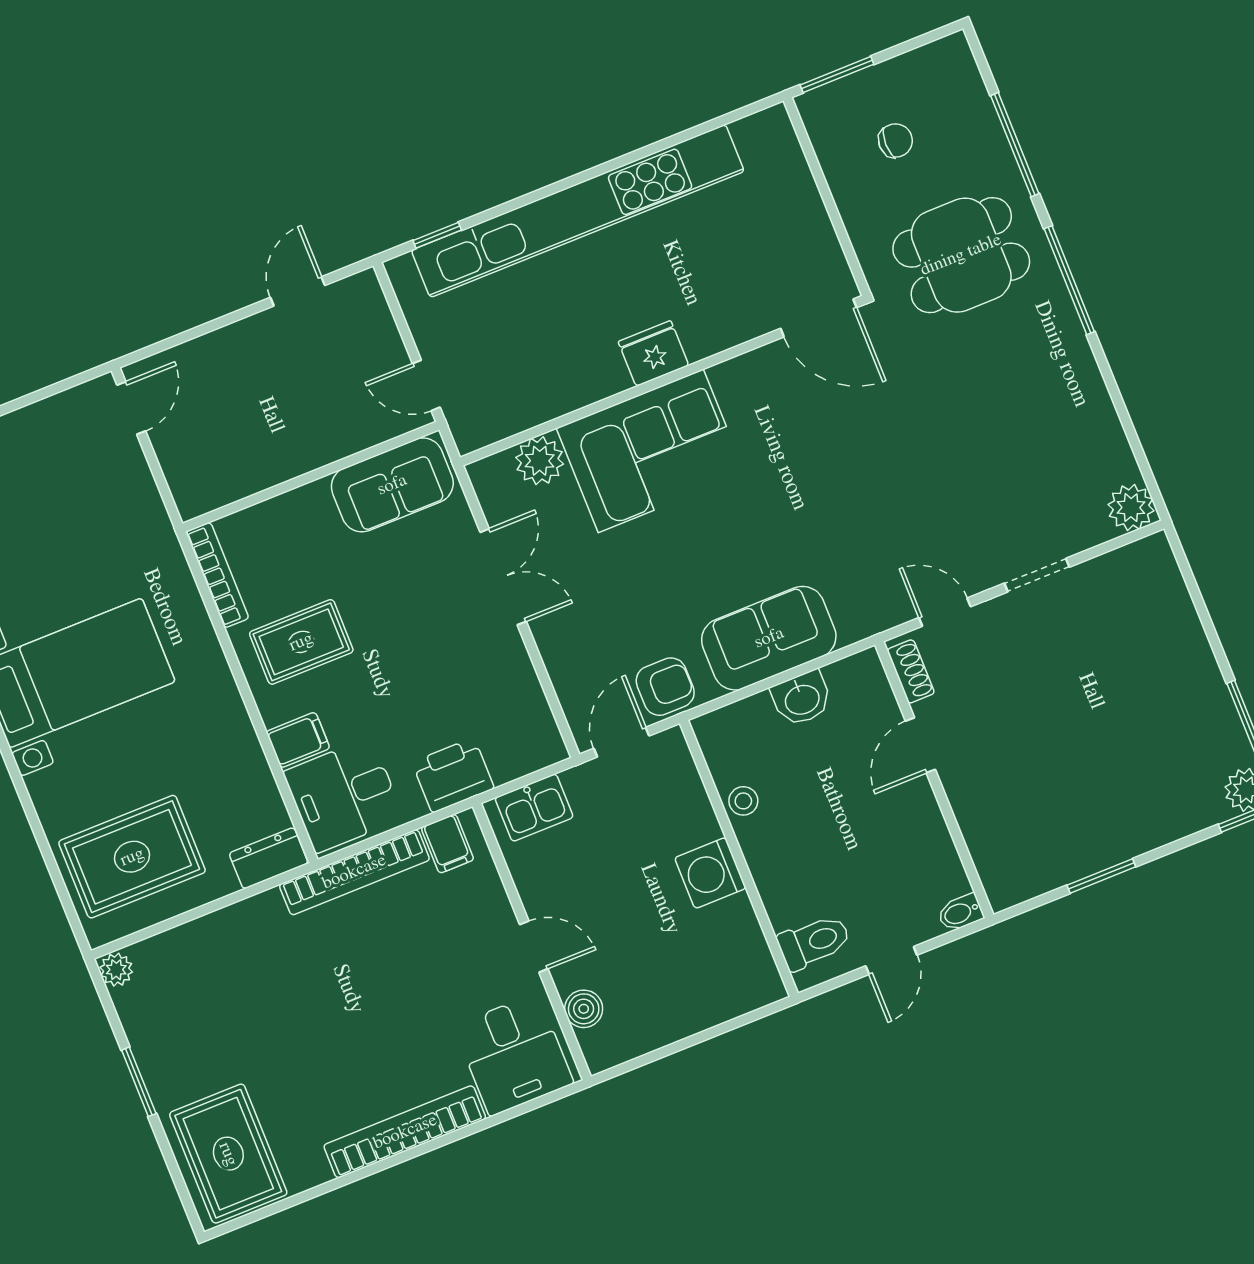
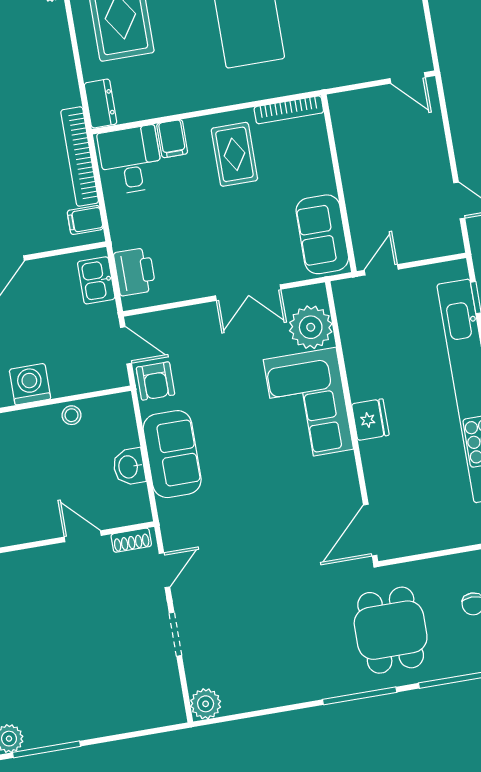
plant: (540, 461) -> (311, 327), width x1.36, depth x1.36
printer: (453, 775) -> (135, 272), moved

